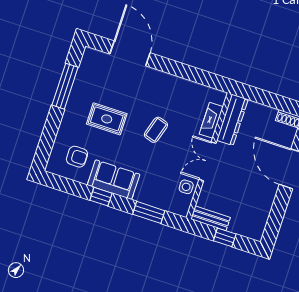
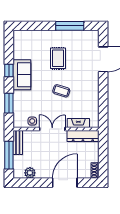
armchair: (77, 157) -> (29, 48), removed
plant: (261, 215) -> (30, 173), added
window: (225, 237) -> (9, 155), width x2.17

